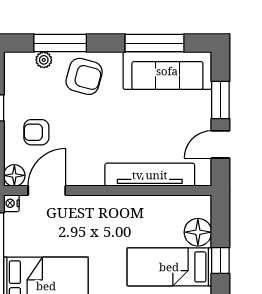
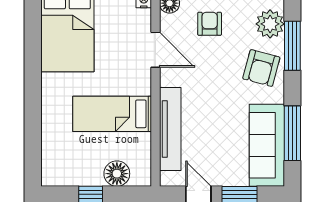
plant: (44, 60) -> (270, 24), width x1.88, depth x1.88
door: (47, 191) -> (155, 50), moved
bed: (169, 267) -> (112, 114), moved, turned -90

